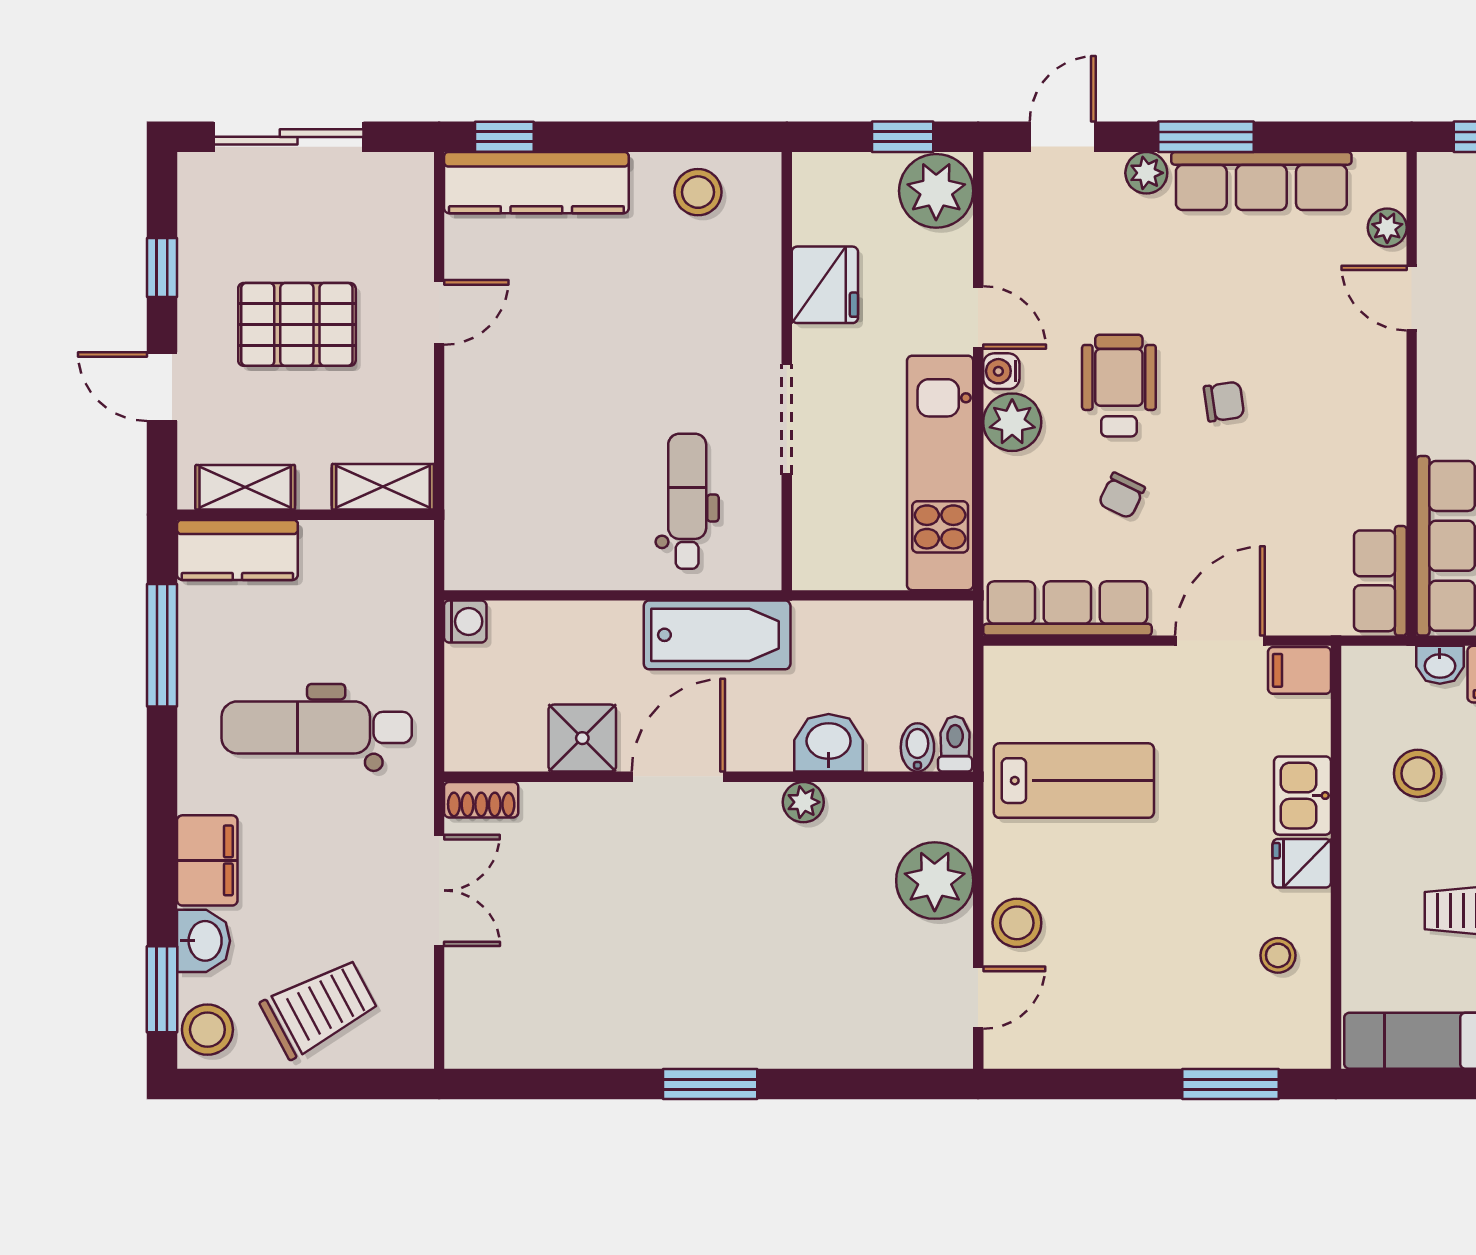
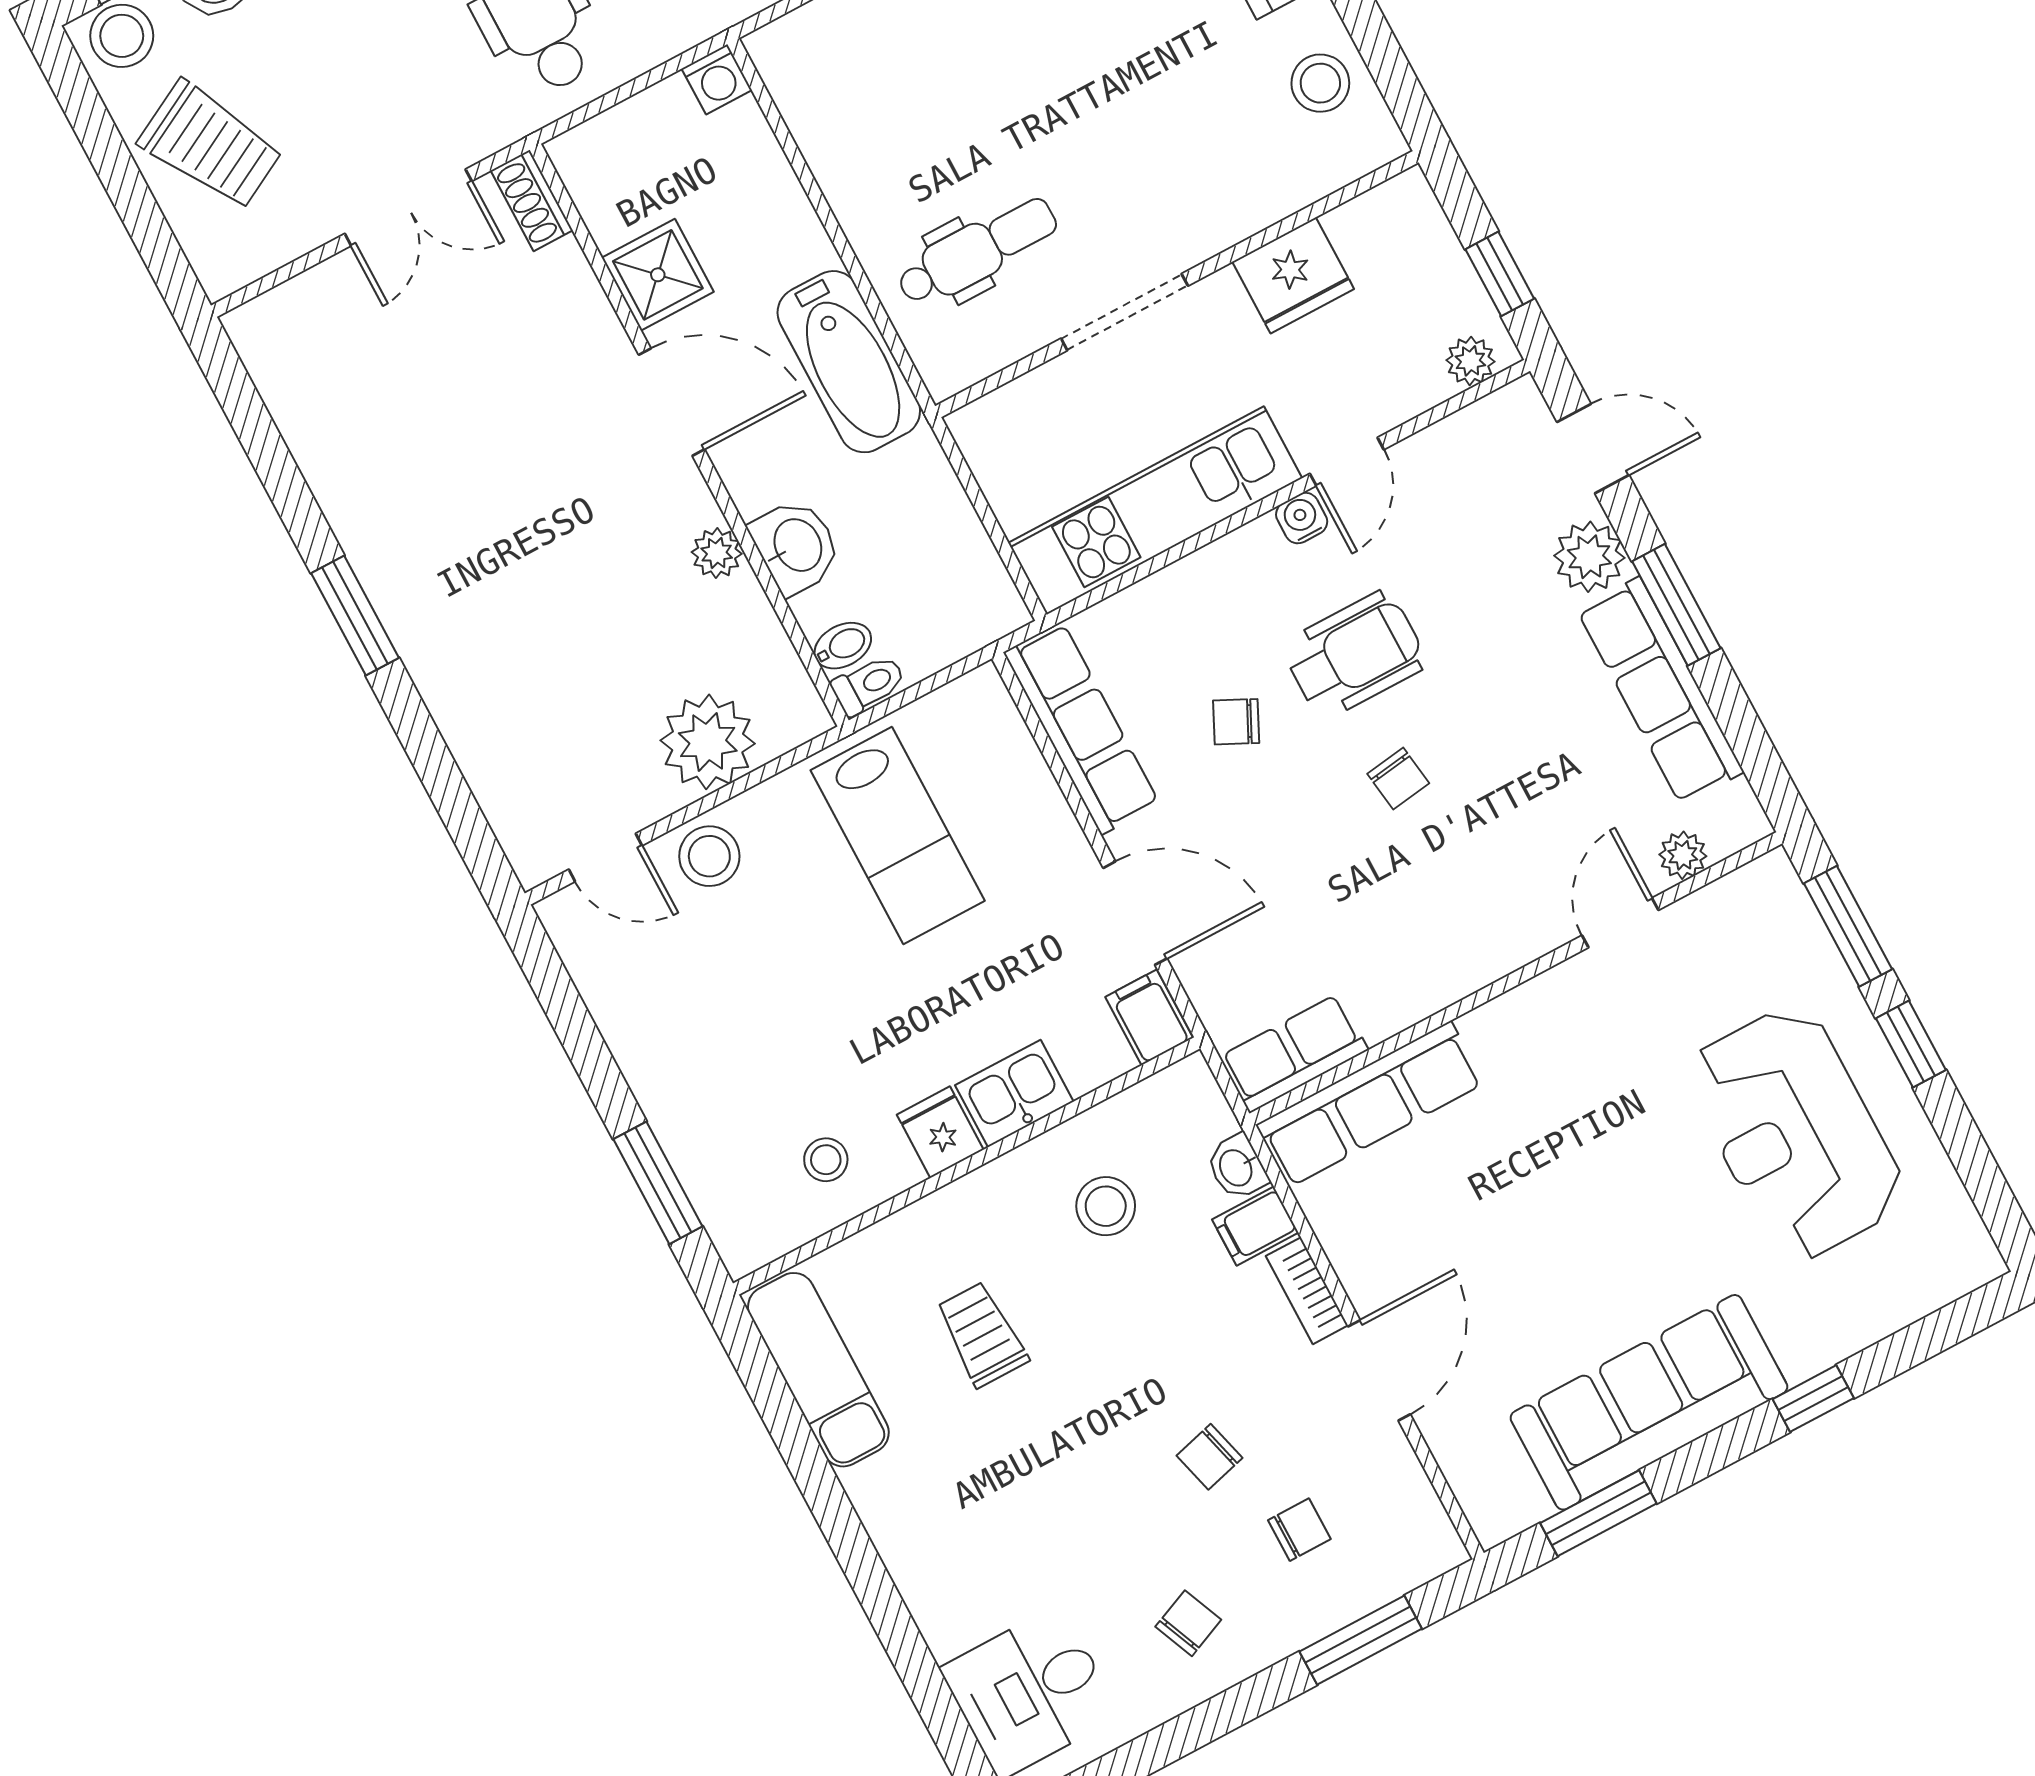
plant: (1146, 173) -> (1589, 557), width x1.38, depth x1.38
plant: (936, 191) -> (1470, 361), width x0.53, depth x0.53
plant: (1012, 422) -> (1252, 560), removed

